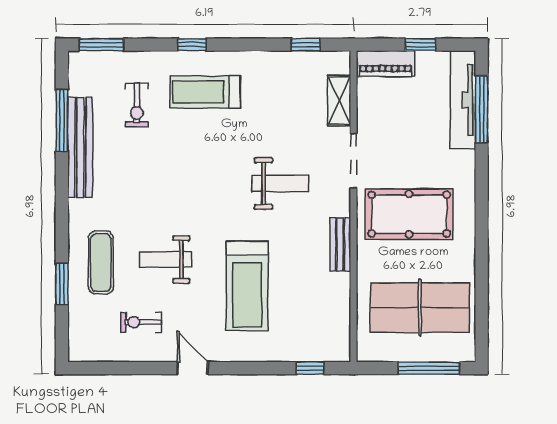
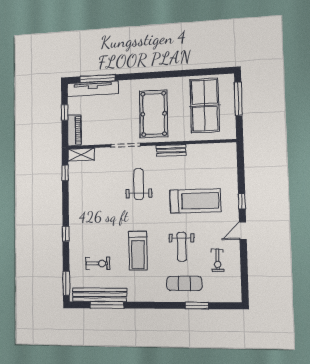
treadmill: (205, 92) -> (138, 251), moved
shelving: (339, 101) -> (81, 155), moved
bench: (80, 147) -> (100, 295), moved
window: (310, 368) -> (242, 201), moved

